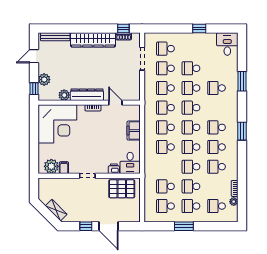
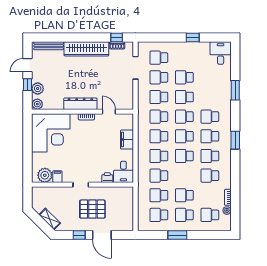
school desk: (217, 88) -> (210, 117), moved
window: (34, 89) -> (27, 85), moved
plant: (64, 95) -> (37, 104), moved
school desk: (191, 167) -> (159, 176), moved
pallet: (122, 189) -> (92, 209), moved

